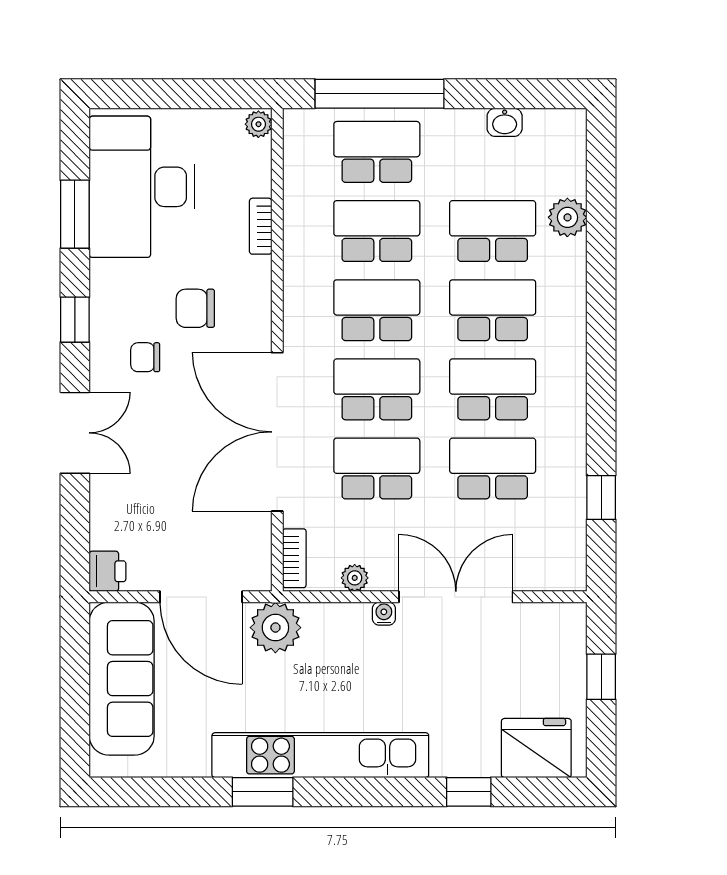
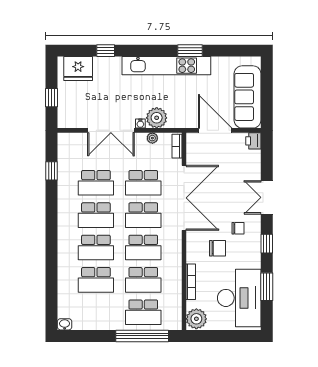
washbasin: (505, 122) -> (65, 324), moved
plant: (258, 124) -> (196, 319), width x1.88, depth x1.88
plant: (567, 217) -> (65, 285), removed
bookcase: (261, 226) -> (191, 282), width x1.56
plant: (275, 628) -> (157, 118), moved

